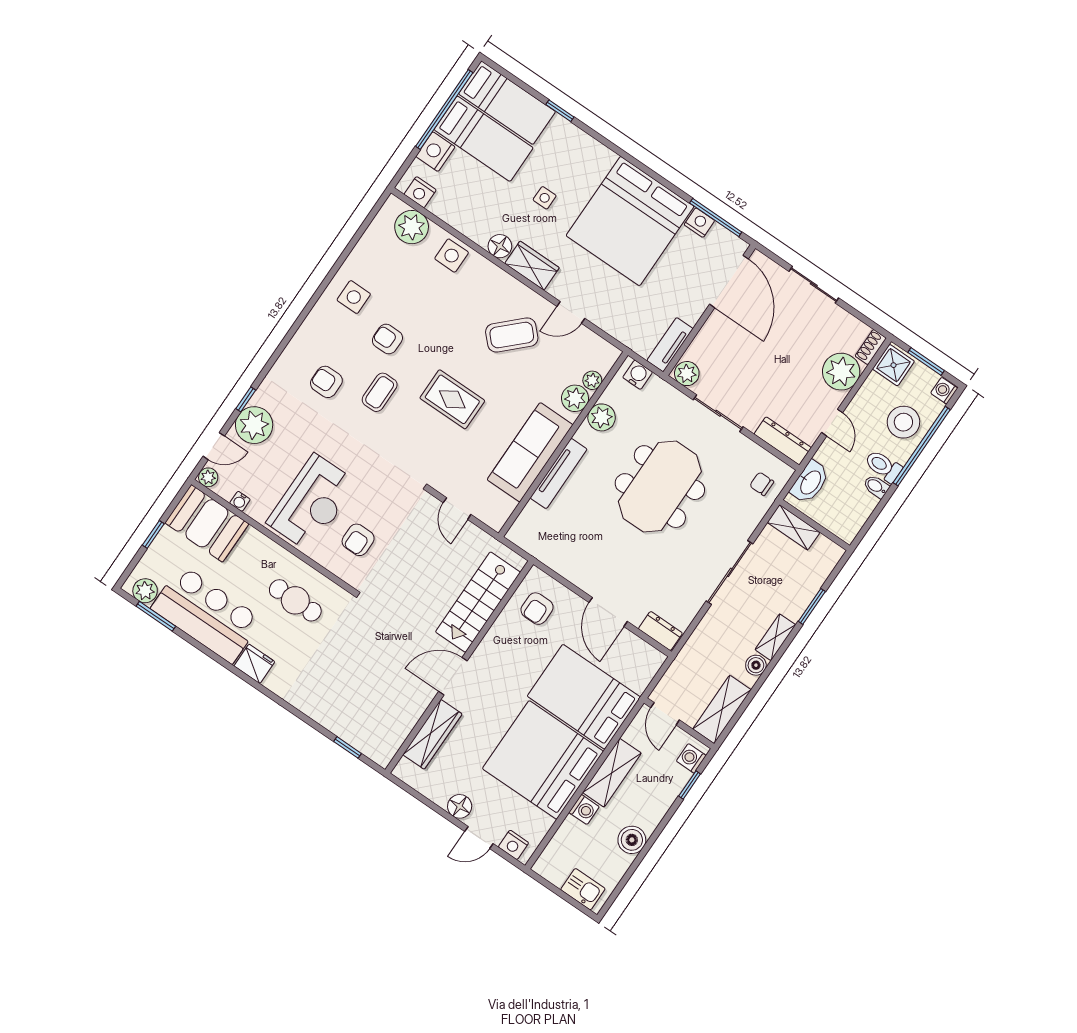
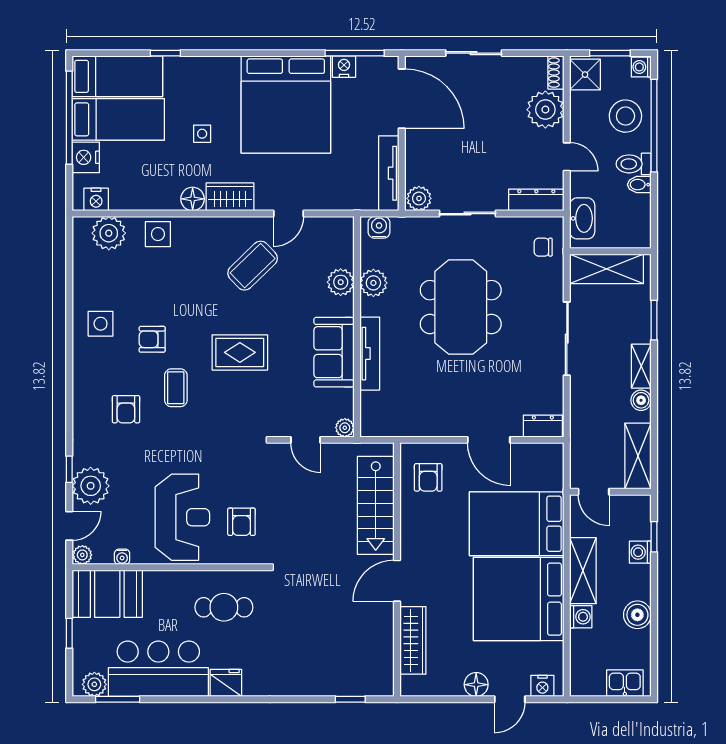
tv unit: (670, 345) -> (389, 173), width x1.41
plant: (592, 380) -> (345, 428), moved
armchair: (326, 382) -> (126, 409), turned -90
sofa: (530, 452) -> (334, 352), width x0.73
shelving: (794, 527) -> (607, 269), width x1.50, depth x1.33
washing machine: (691, 758) -> (640, 552), moved

